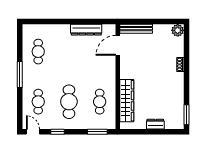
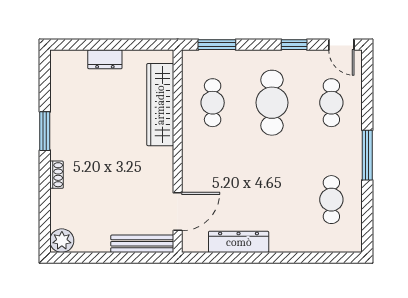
window: (186, 115) -> (45, 131), moved

